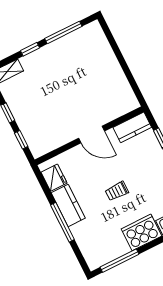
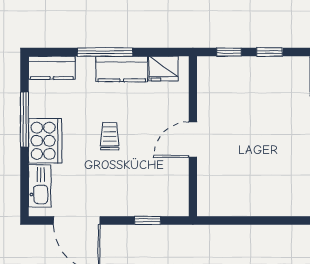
kitchen counter: (132, 127) -> (52, 68), moved, turned -90
window: (120, 261) -> (24, 120), moved

